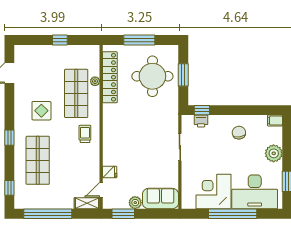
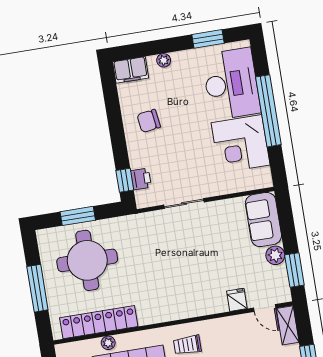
filing cabinet: (275, 121) -> (131, 70), width x2.00
plant: (274, 153) -> (164, 60), width x0.53, depth x0.53

